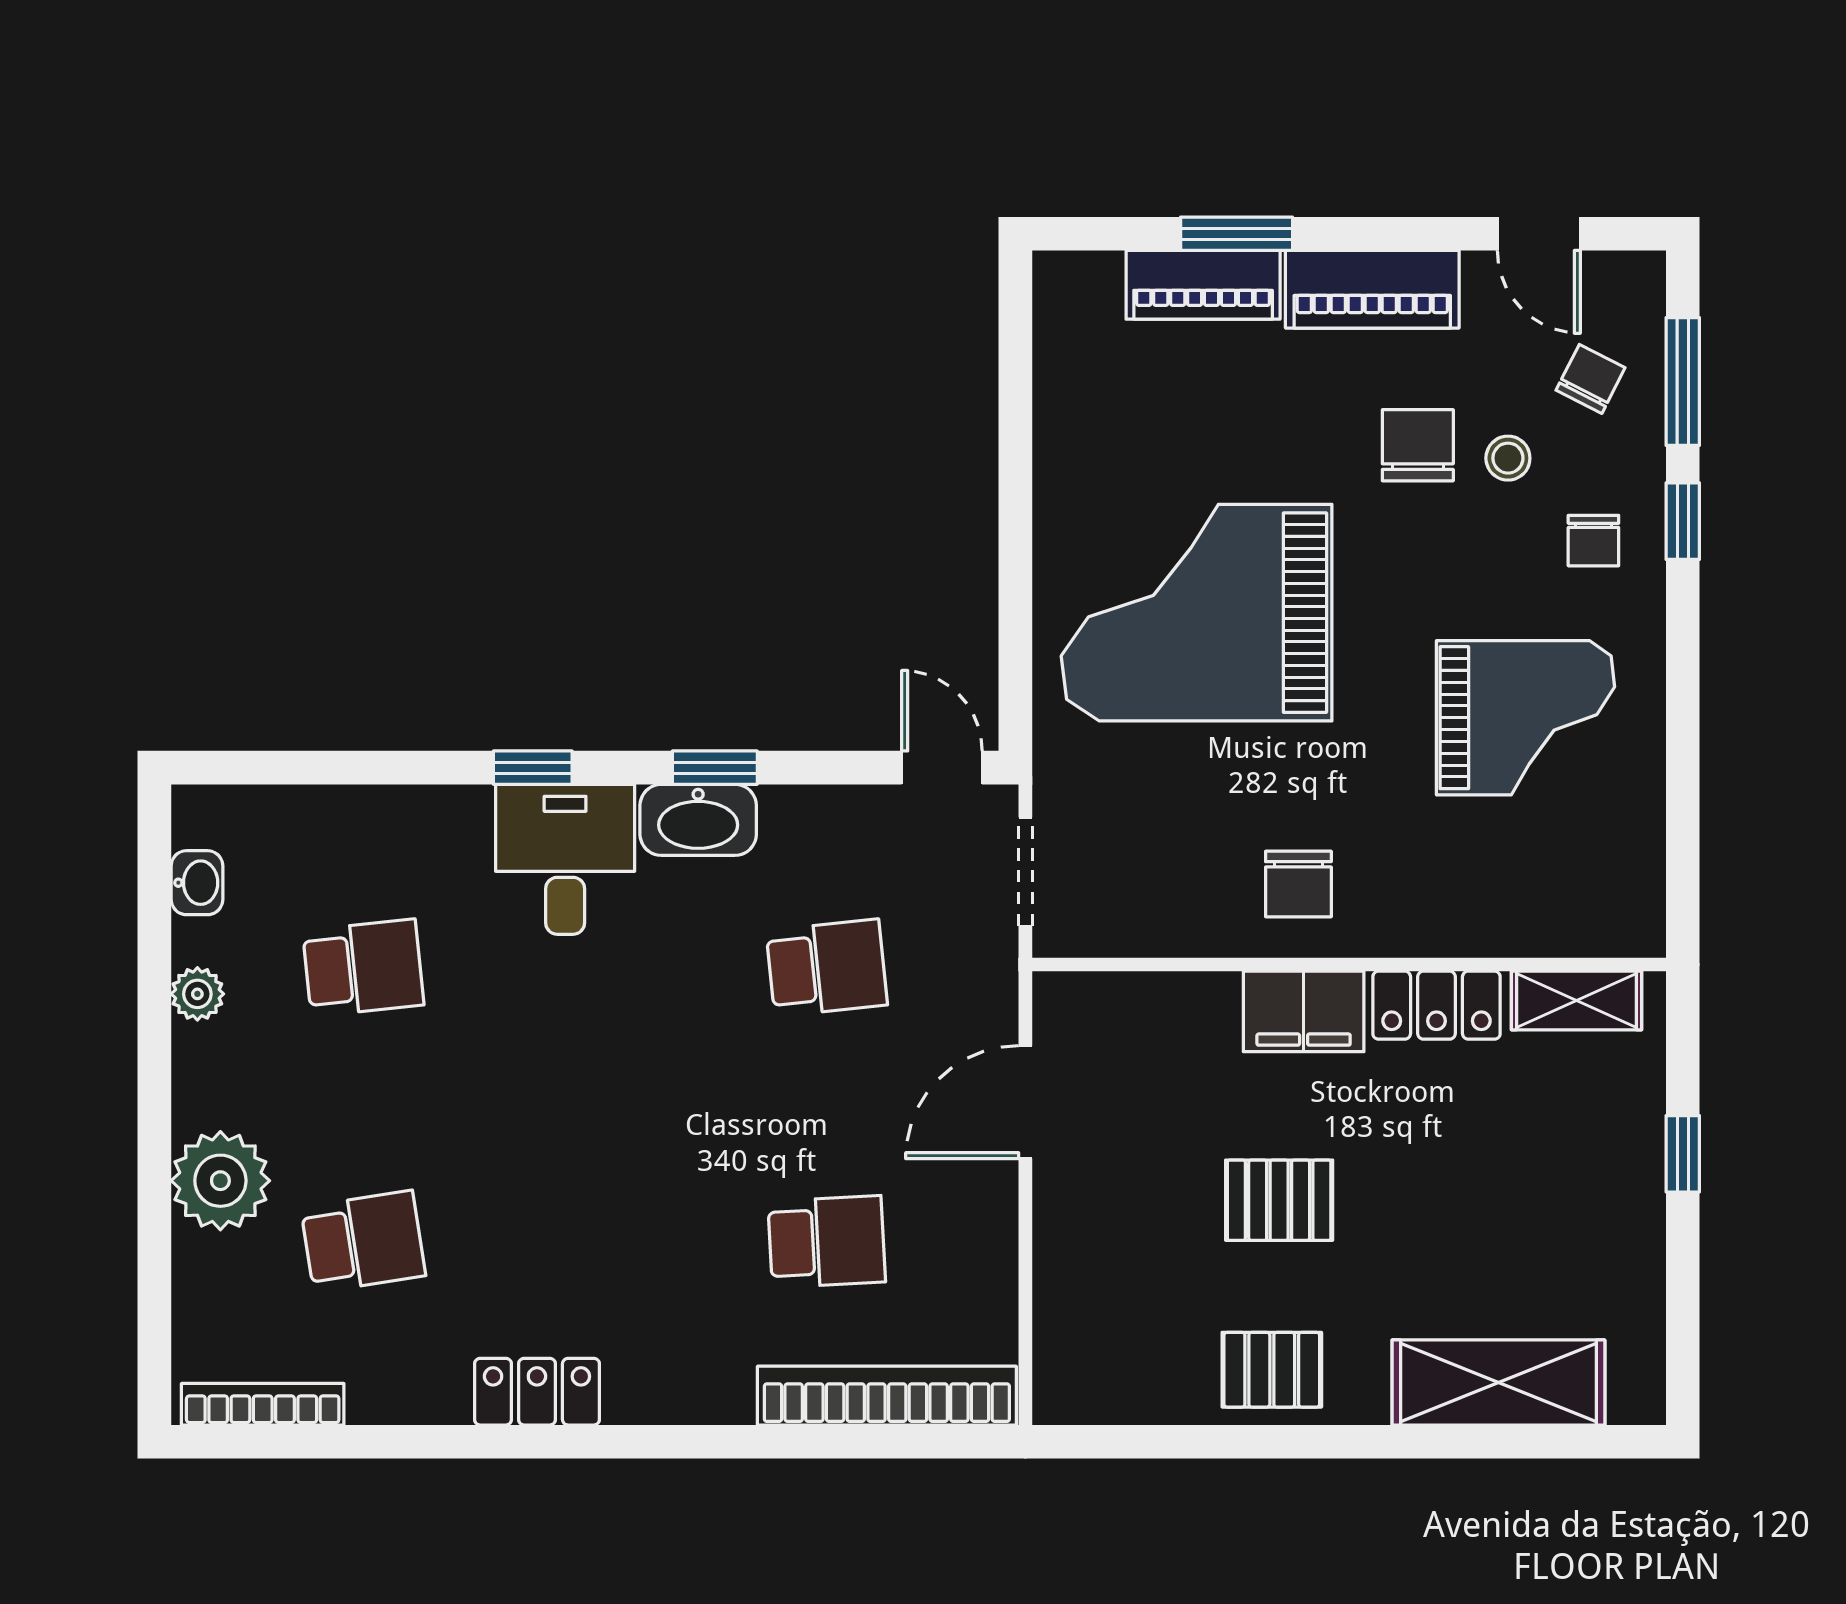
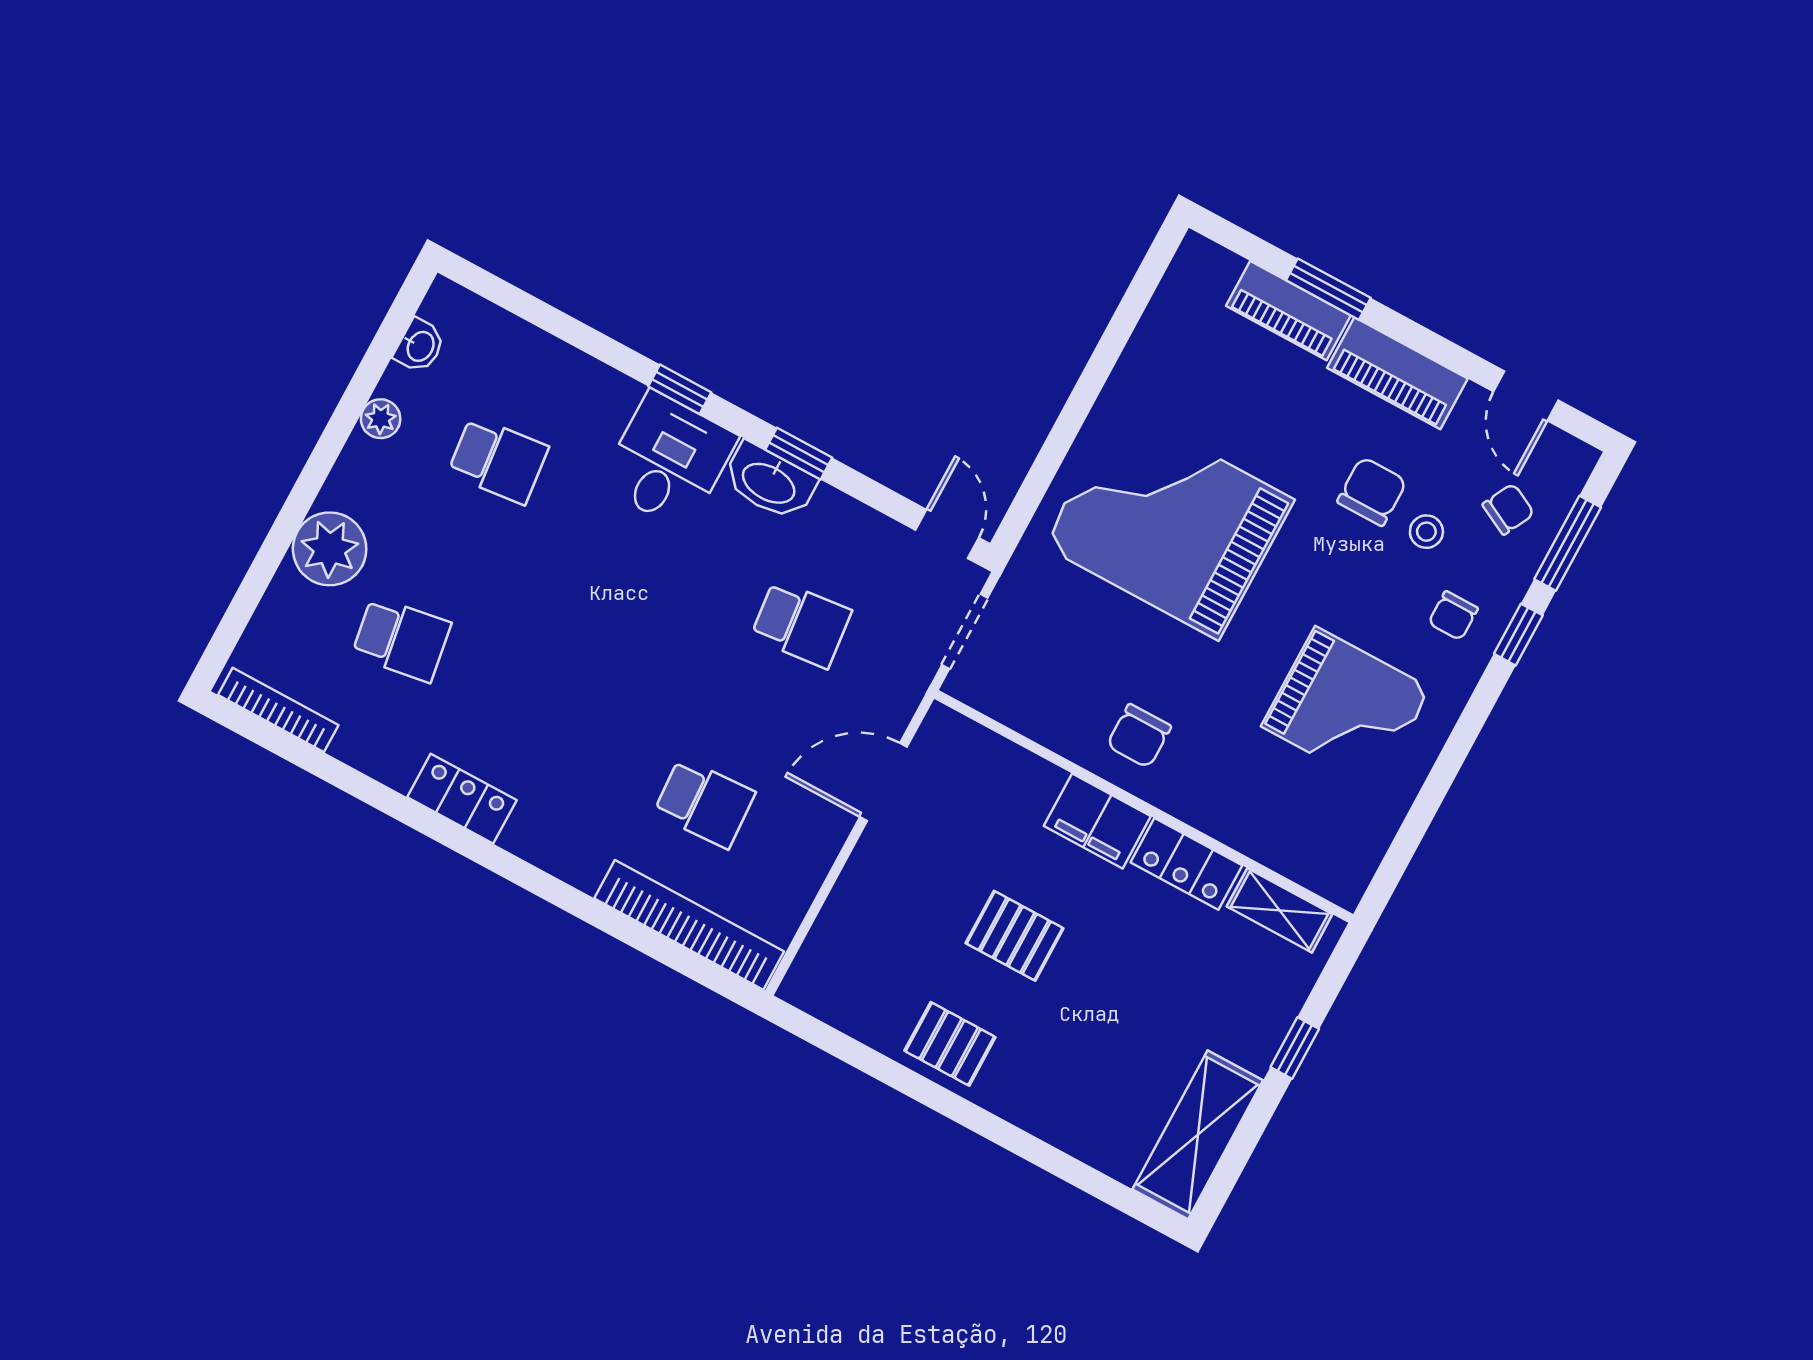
shelving: (1498, 1382) -> (1198, 1135), moved, turned 90

